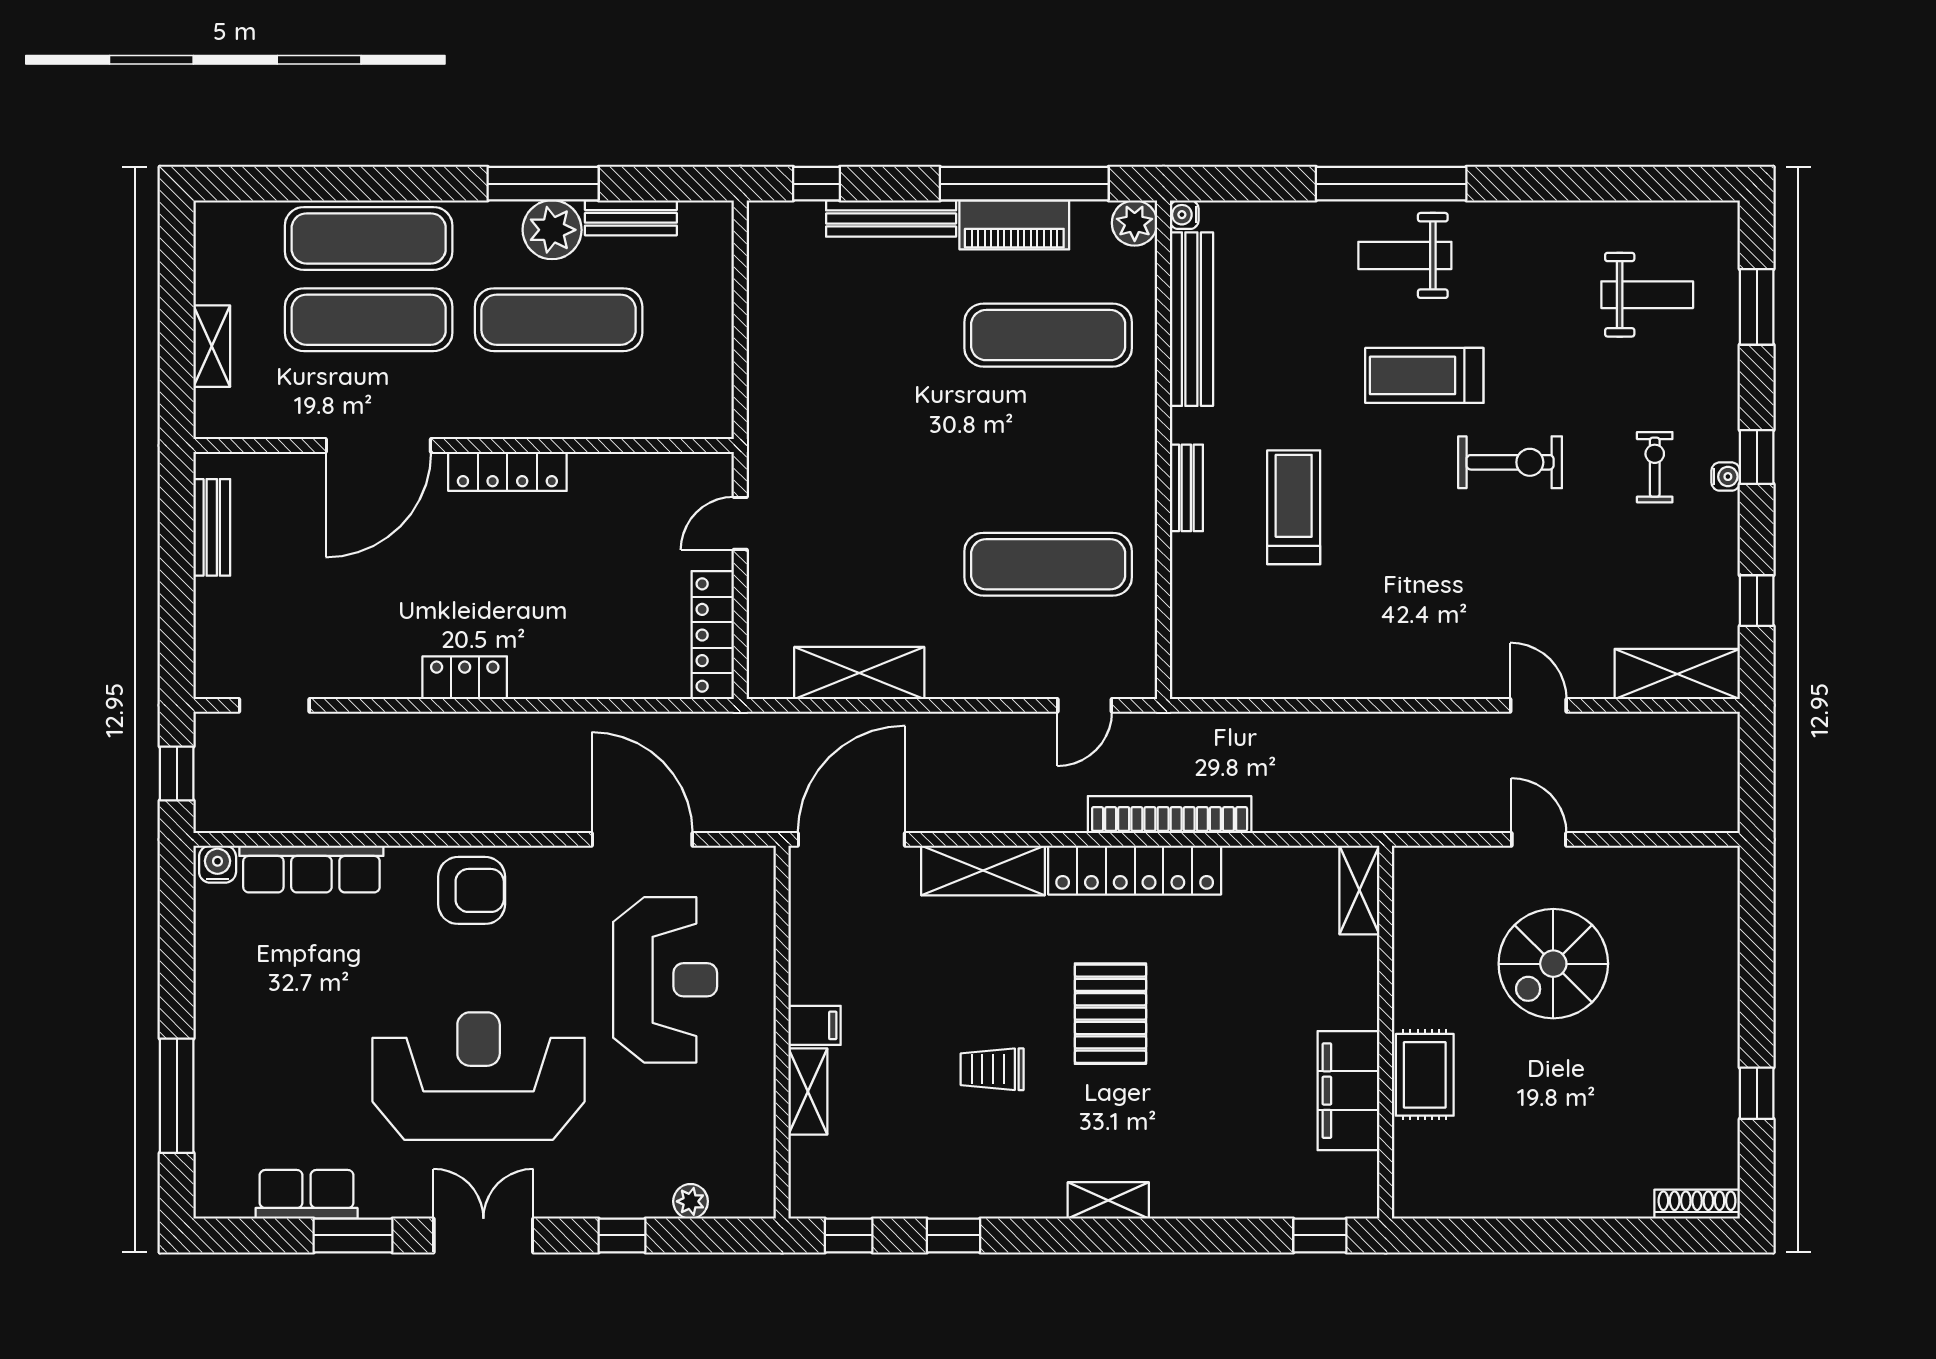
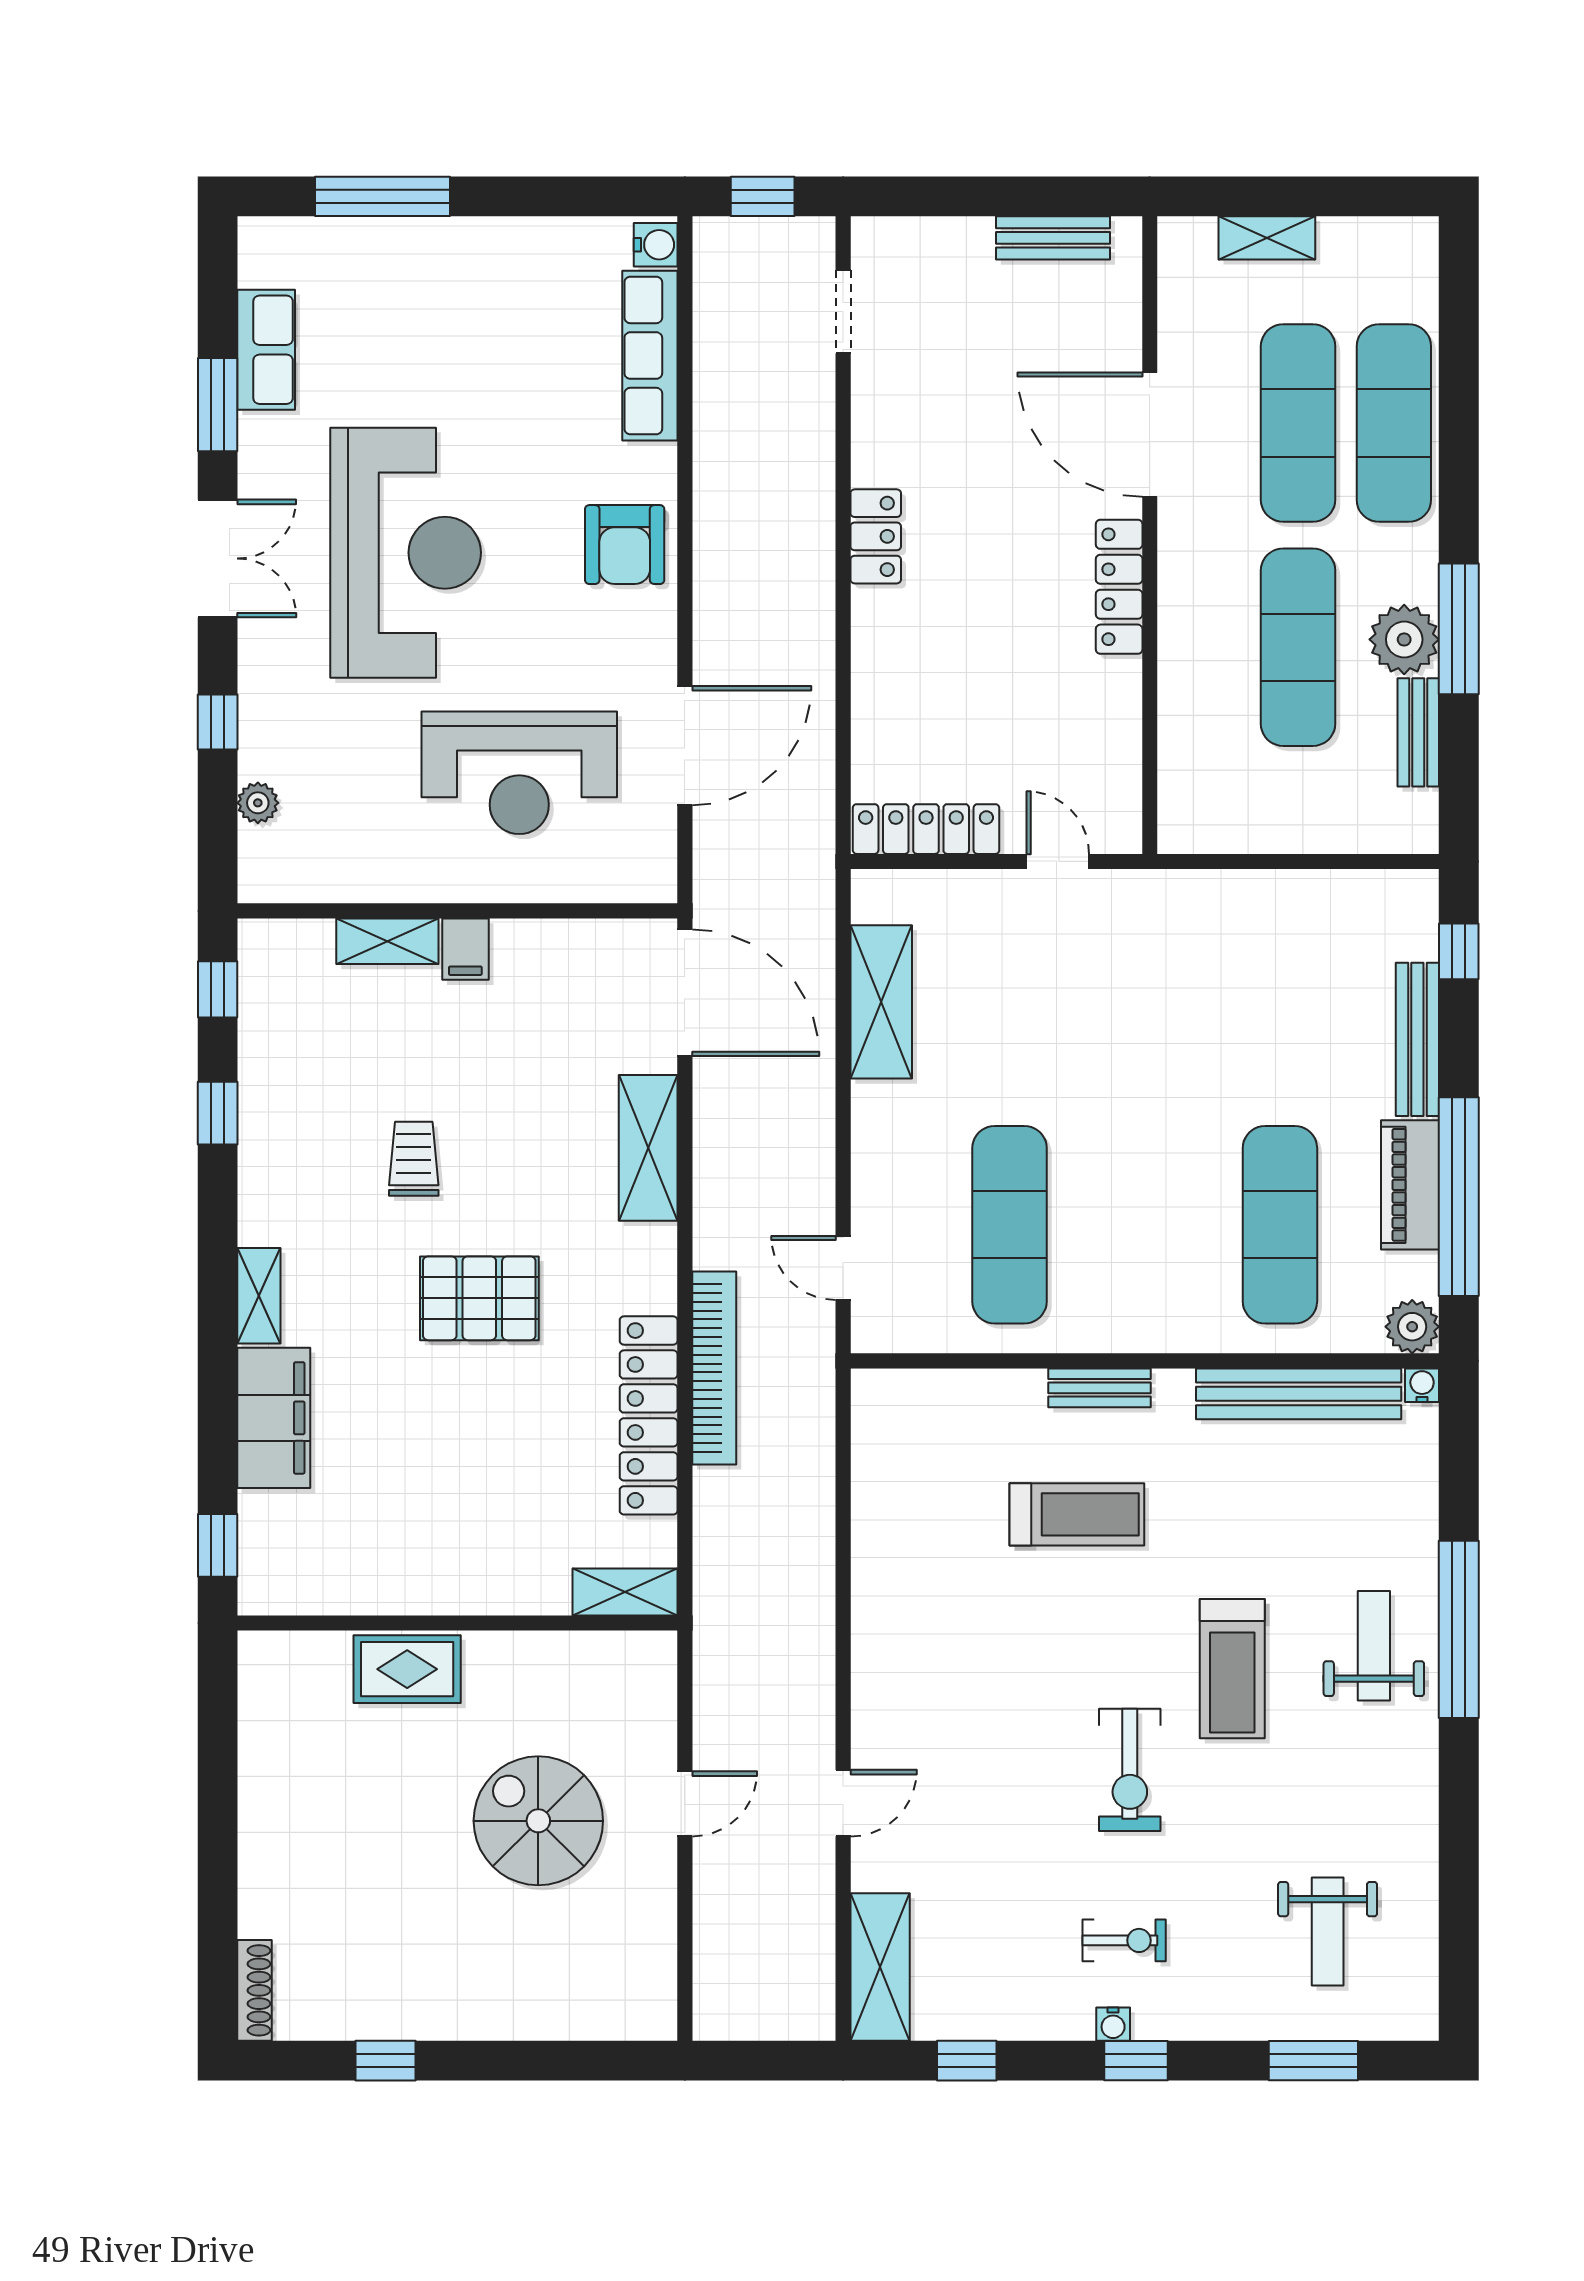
treadmill: (1424, 375) -> (1232, 1669), turned 180
locker: (1135, 870) -> (649, 1415), moved
filing cabinet: (1348, 1091) -> (274, 1418), moved, turned 90

